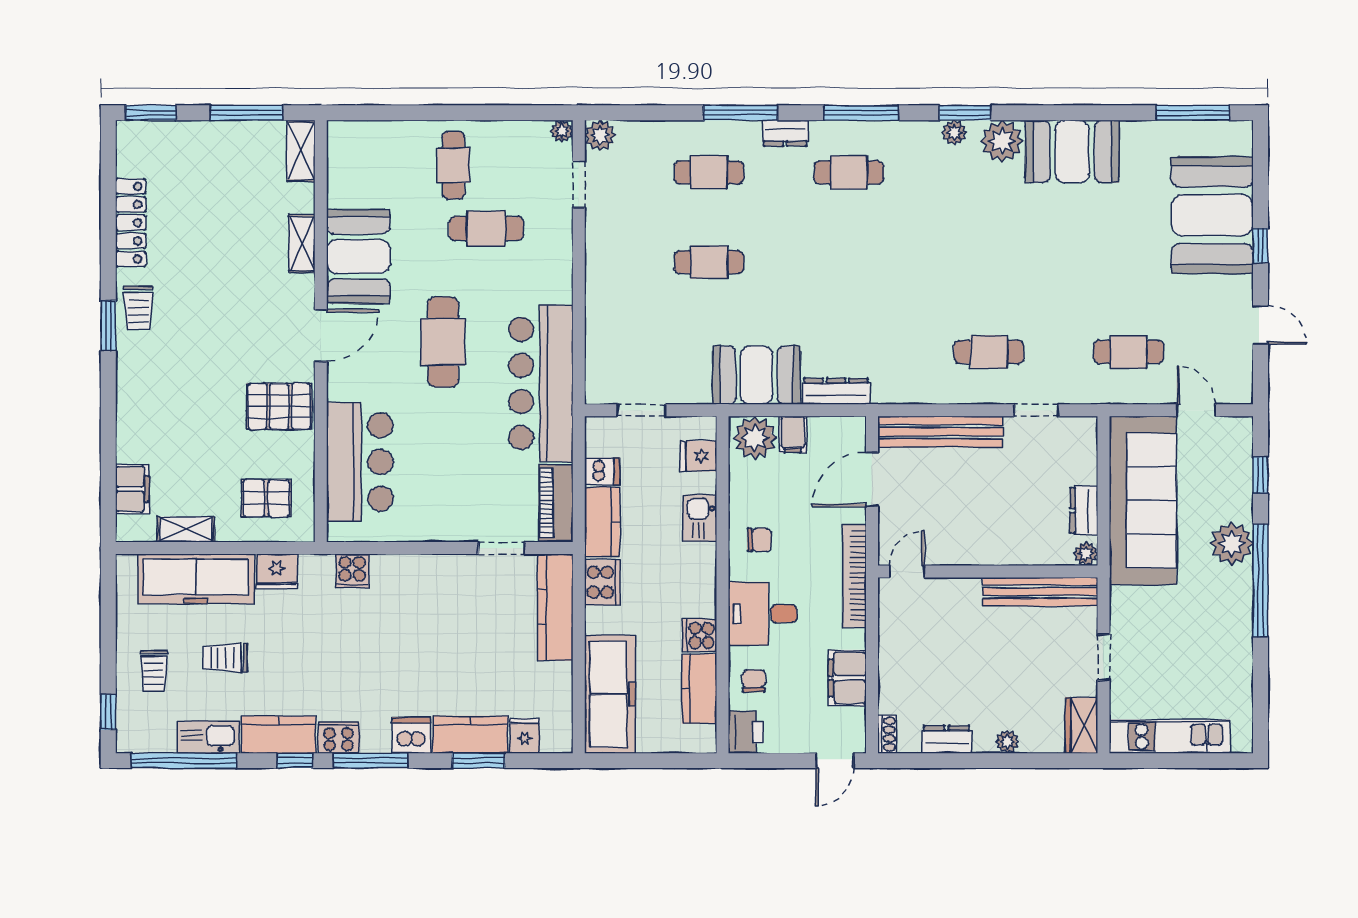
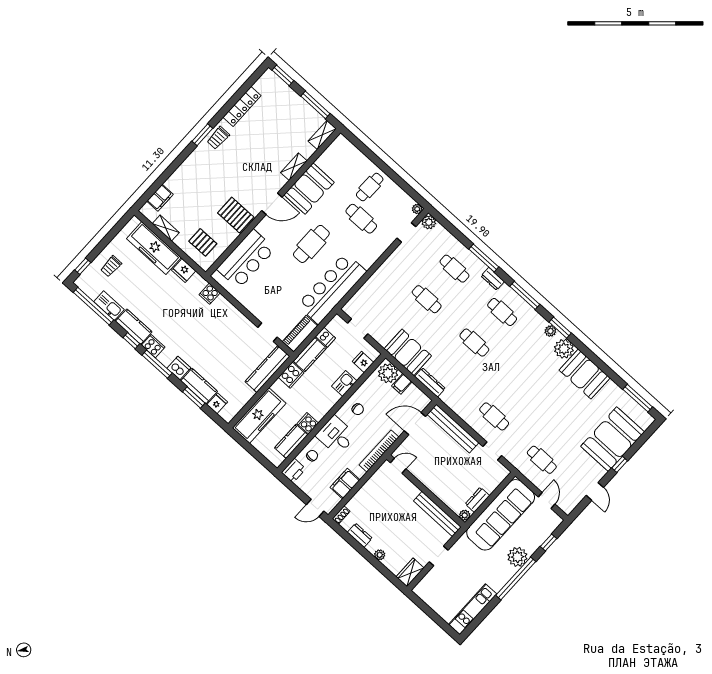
cafe table: (849, 262) -> (474, 343), added
trolley: (225, 658) -> (139, 284), removed
kitchen unit: (1170, 736) -> (473, 609), moved, turned -90

